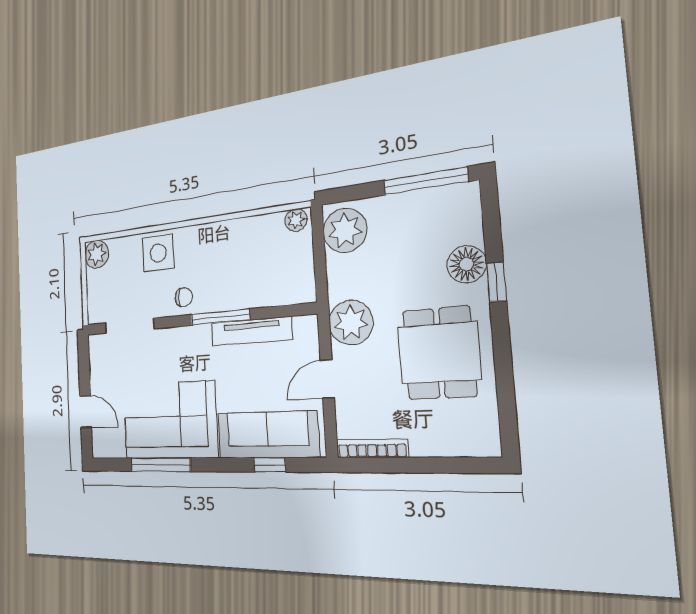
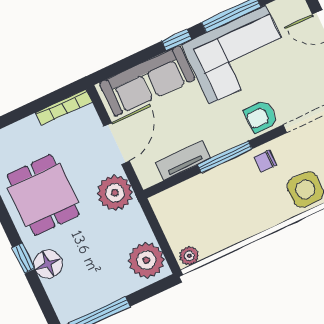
tv unit: (251, 331) -> (183, 160), width x0.71
armchair: (171, 346) -> (261, 117), added
door: (327, 379) -> (117, 144), width x1.38
window: (270, 465) -> (177, 40), moved

